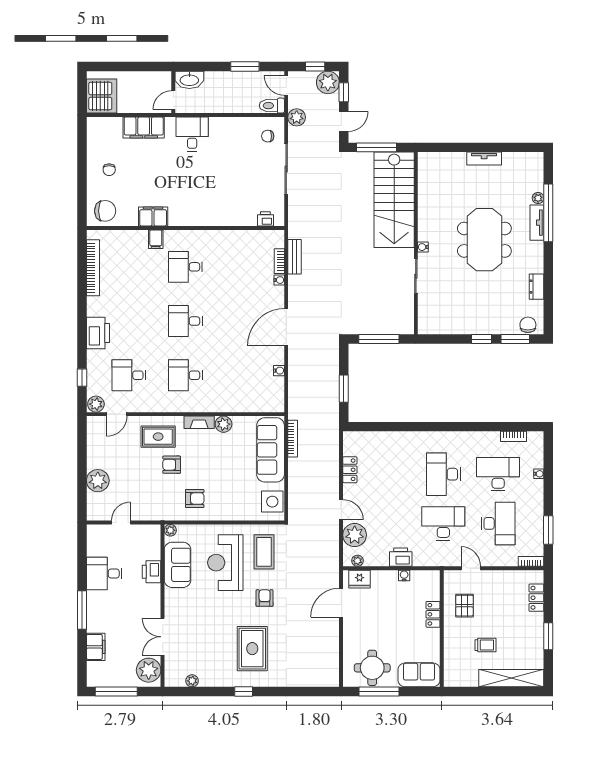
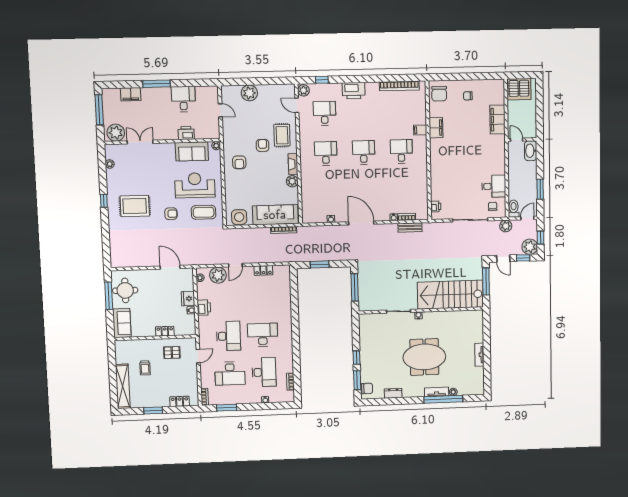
desk: (192, 134) -> (494, 186), moved
fridge: (359, 579) -> (188, 299), moved

